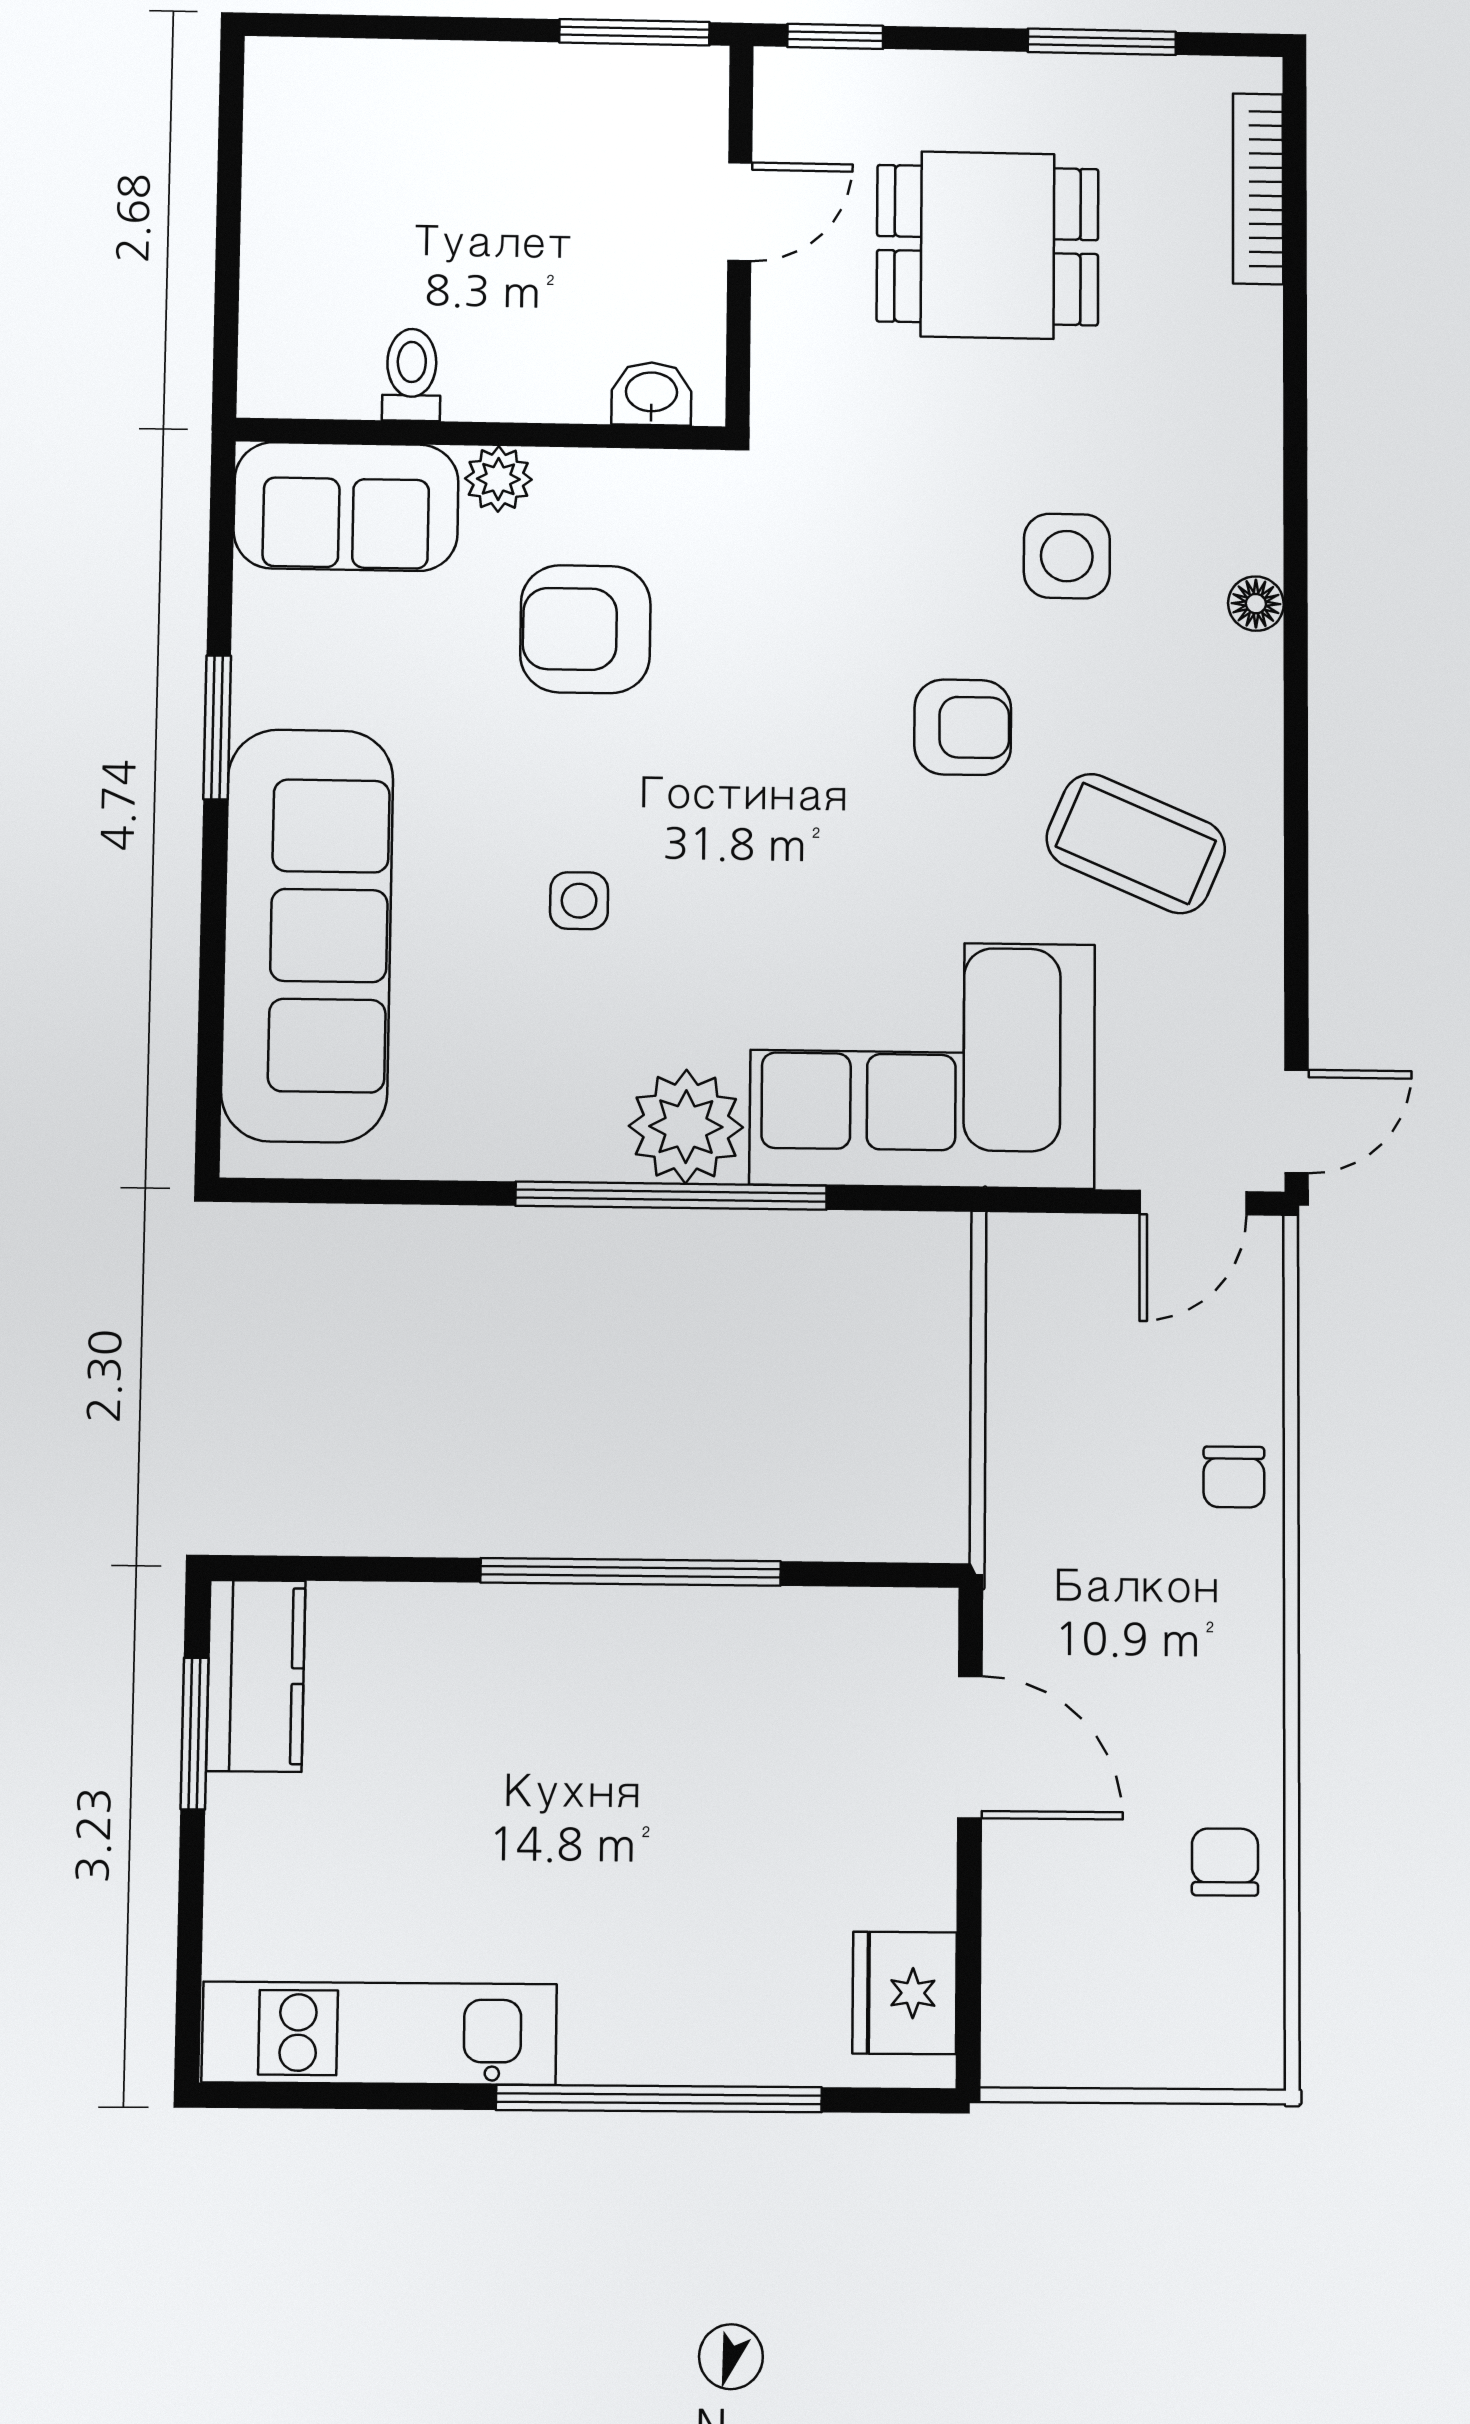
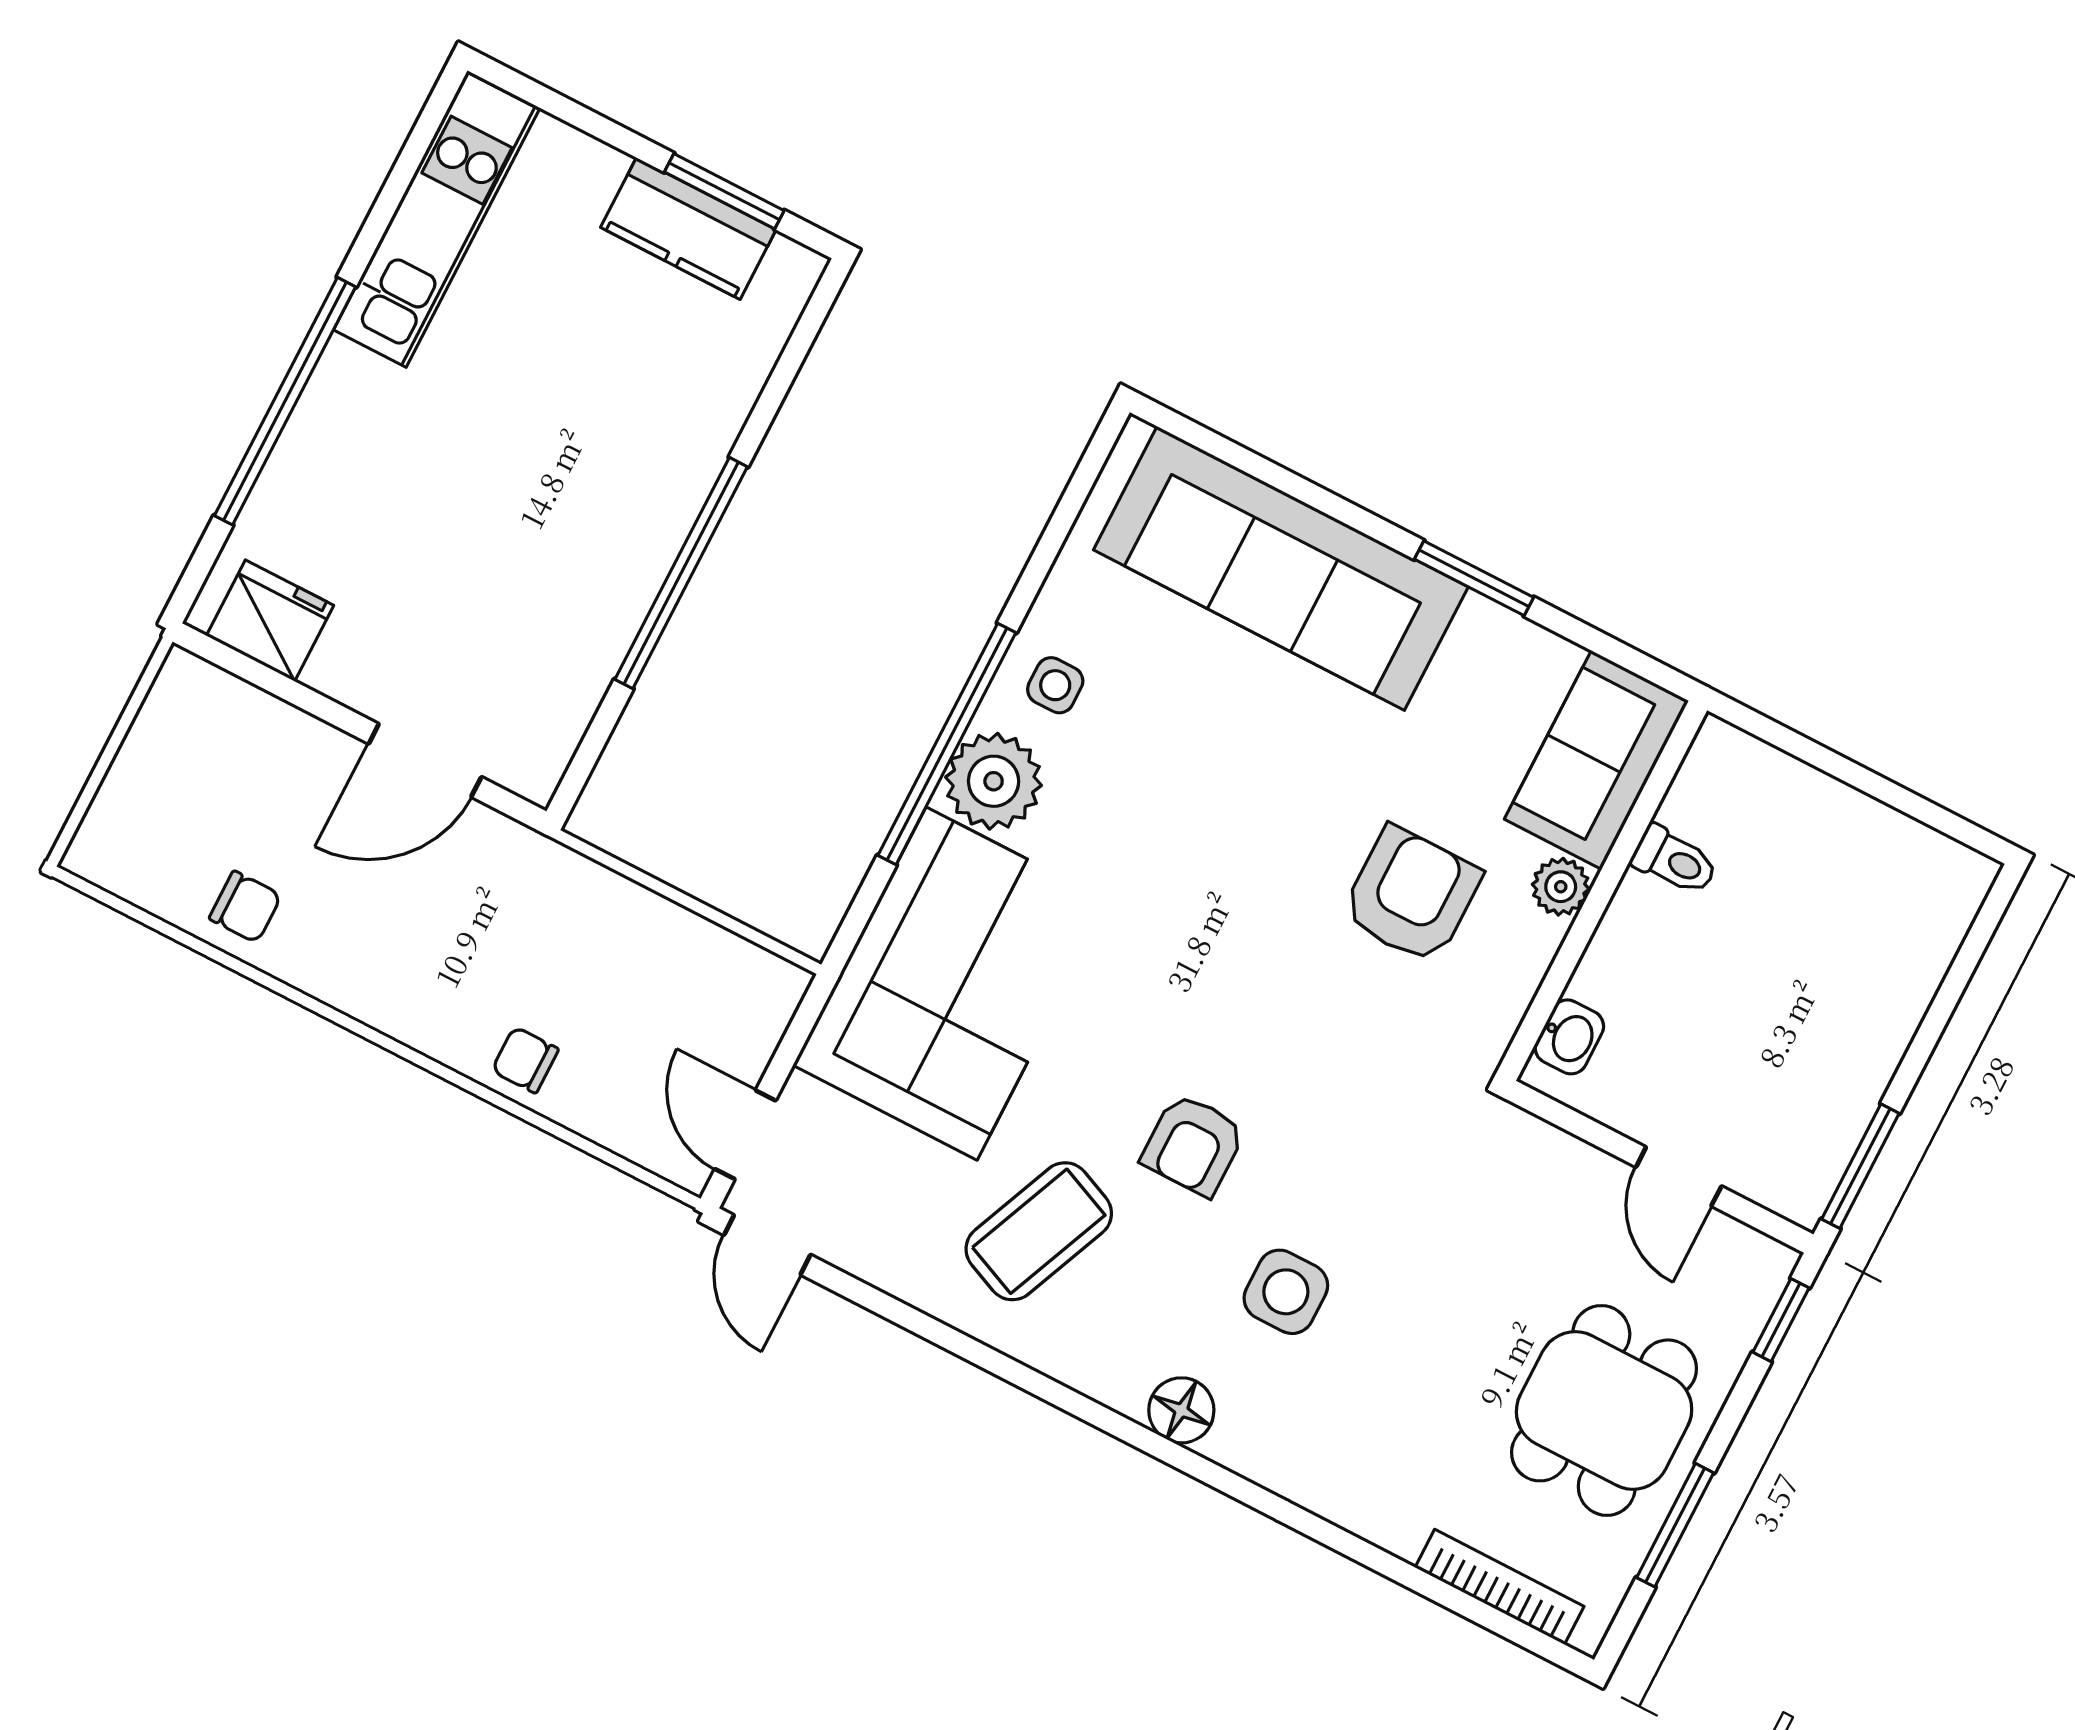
dining table: (988, 245) -> (1604, 1410), moved
floor lamp: (1256, 604) -> (1181, 1410), width x1.37, depth x1.37
side table: (579, 901) -> (1055, 685), moved
kitchen counter: (256, 1676) -> (688, 229), moved

